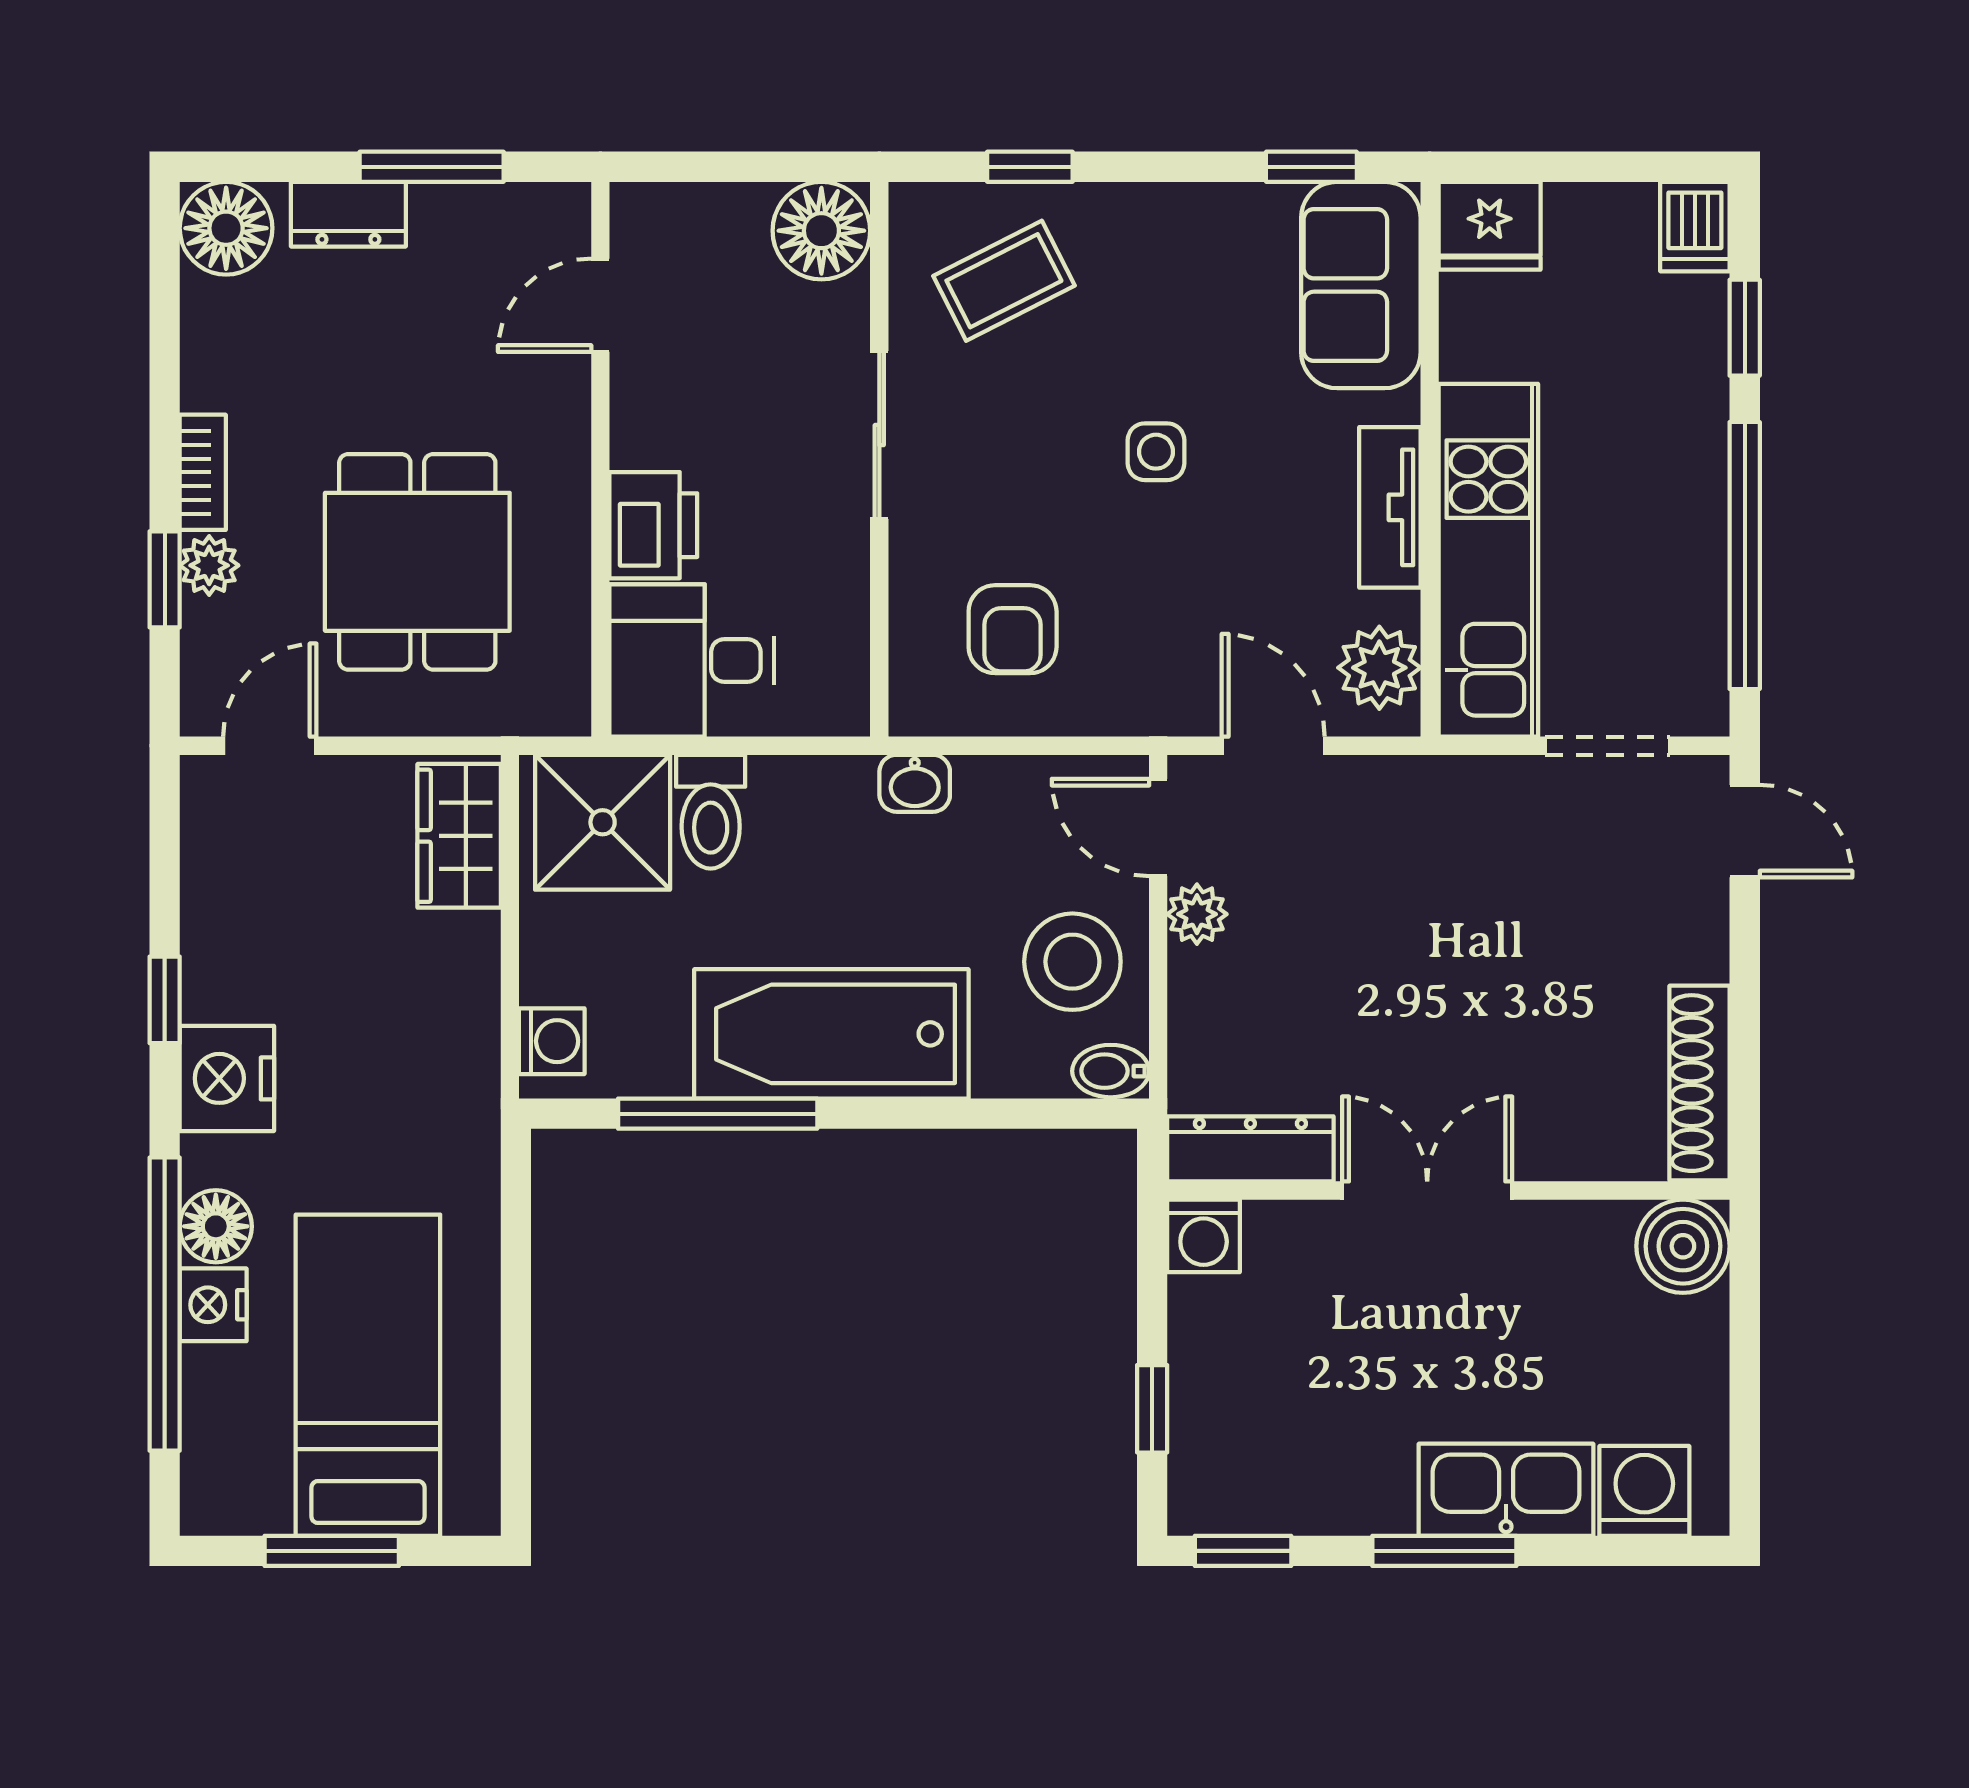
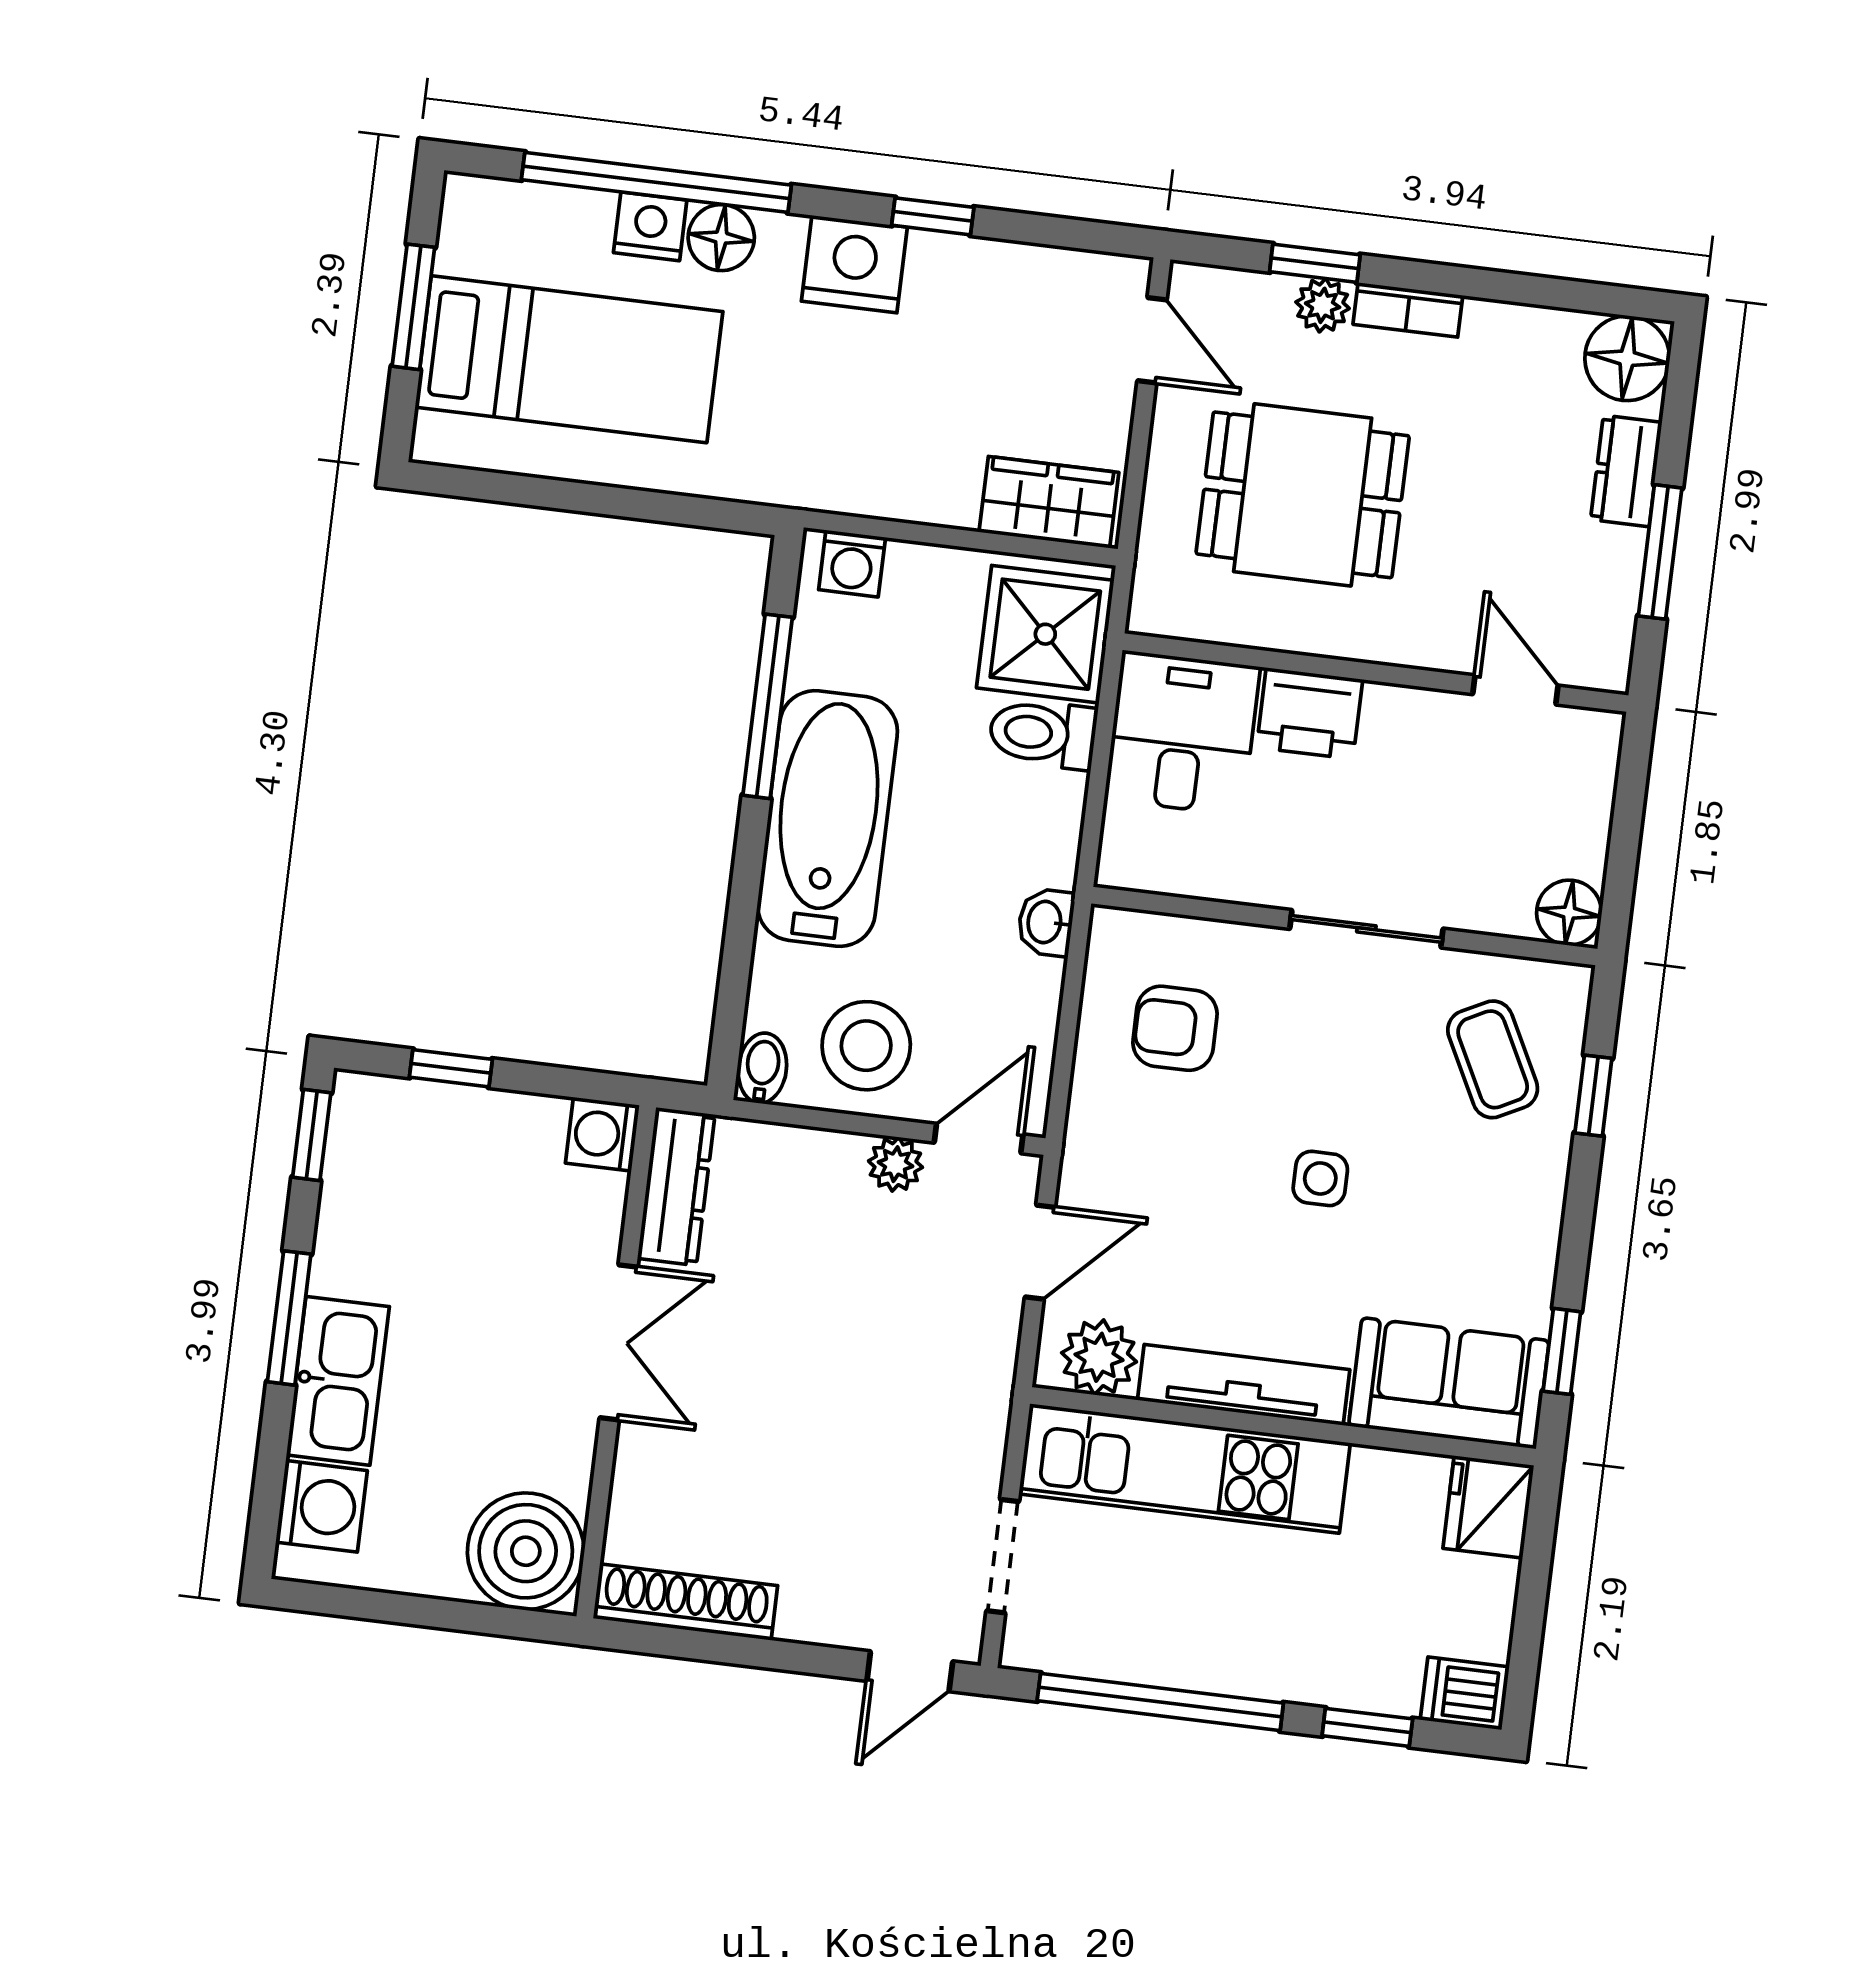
floor lamp: (821, 231) -> (1569, 913), width x0.73, depth x0.73
tv unit: (1390, 507) -> (1244, 1385), width x1.41
boiler: (1683, 1246) -> (526, 1551), width x1.37, depth x1.37

